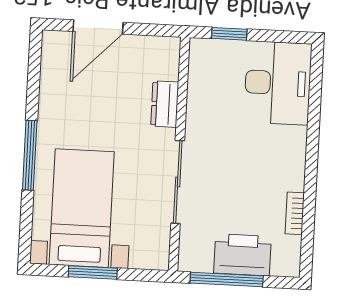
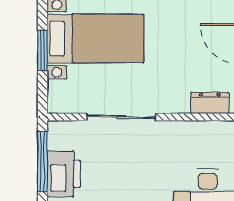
dresser: (165, 104) -> (210, 103), moved

